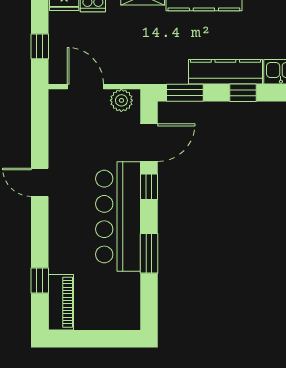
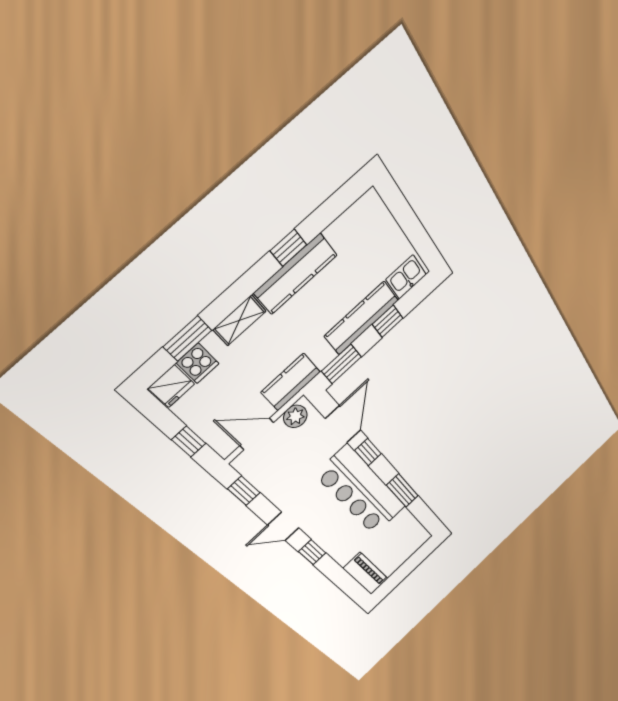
kitchen counter: (139, 71) -> (291, 382), added
window: (40, 122) -> (244, 491), added
window: (40, 281) -> (312, 552), moved

